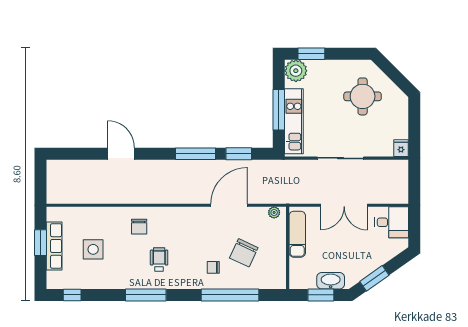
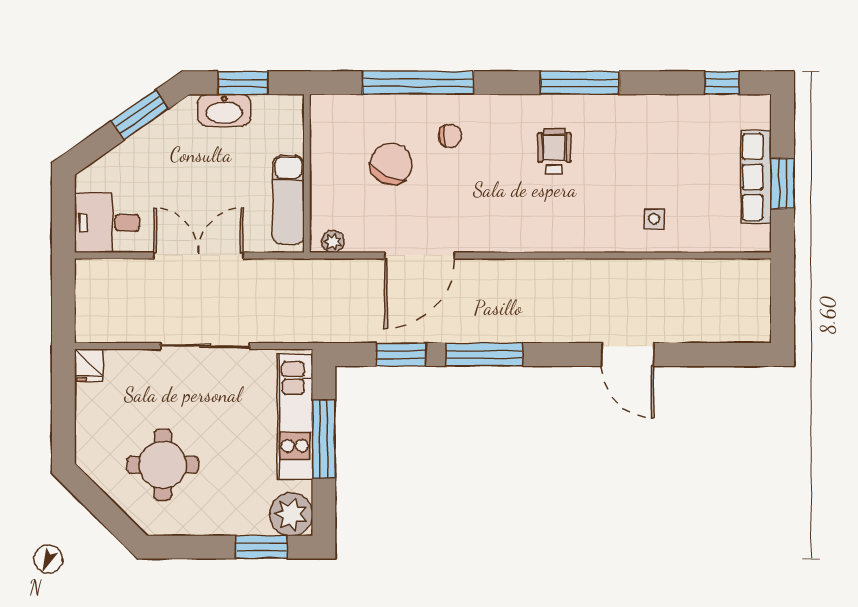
chair: (139, 227) -> (593, 214), removed
side table: (93, 249) -> (654, 219), moved, width x0.54, depth x0.54
wheelchair: (159, 259) -> (554, 151), turned 180

